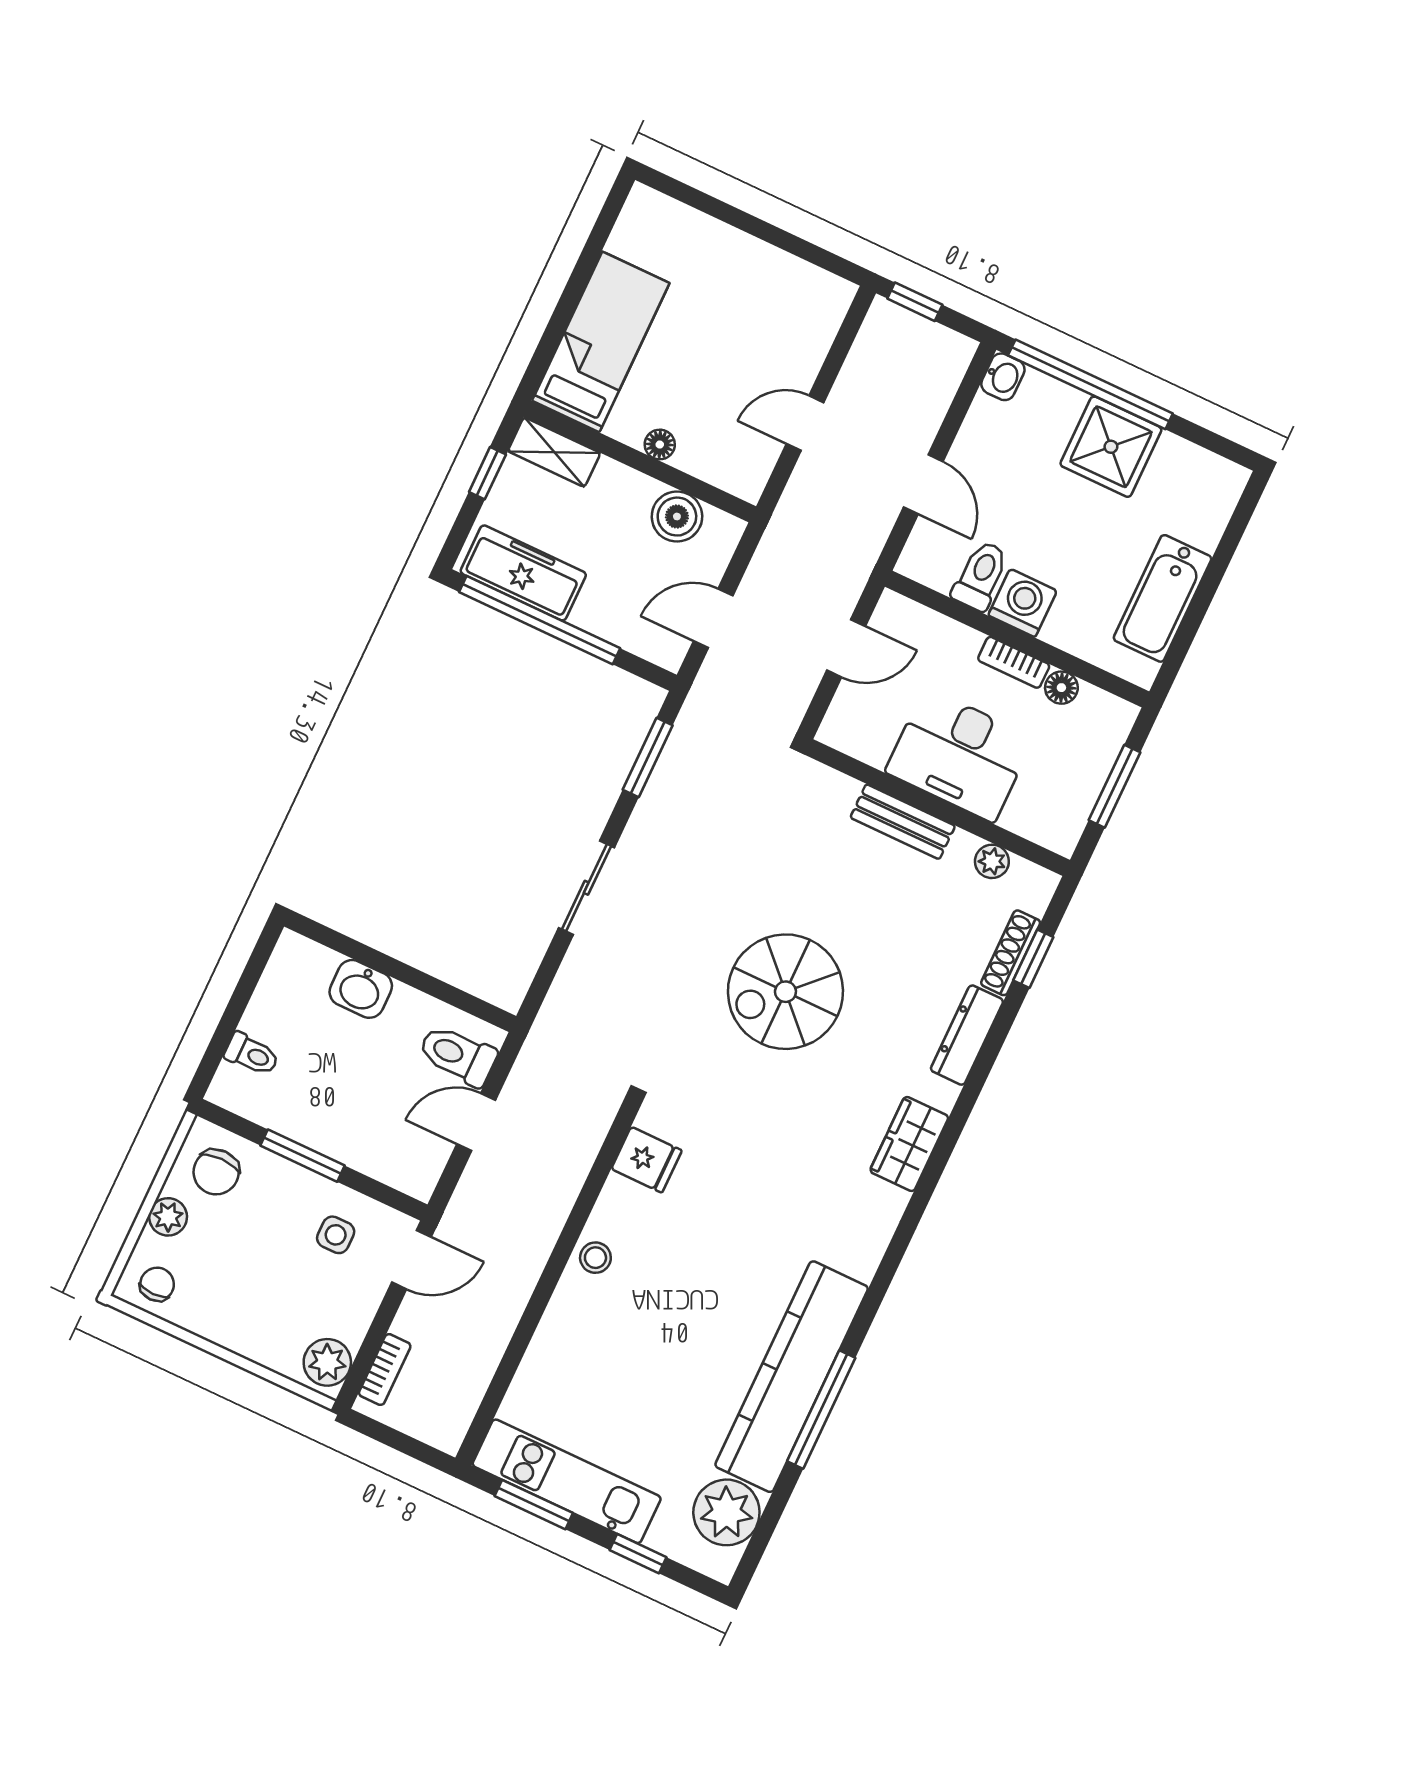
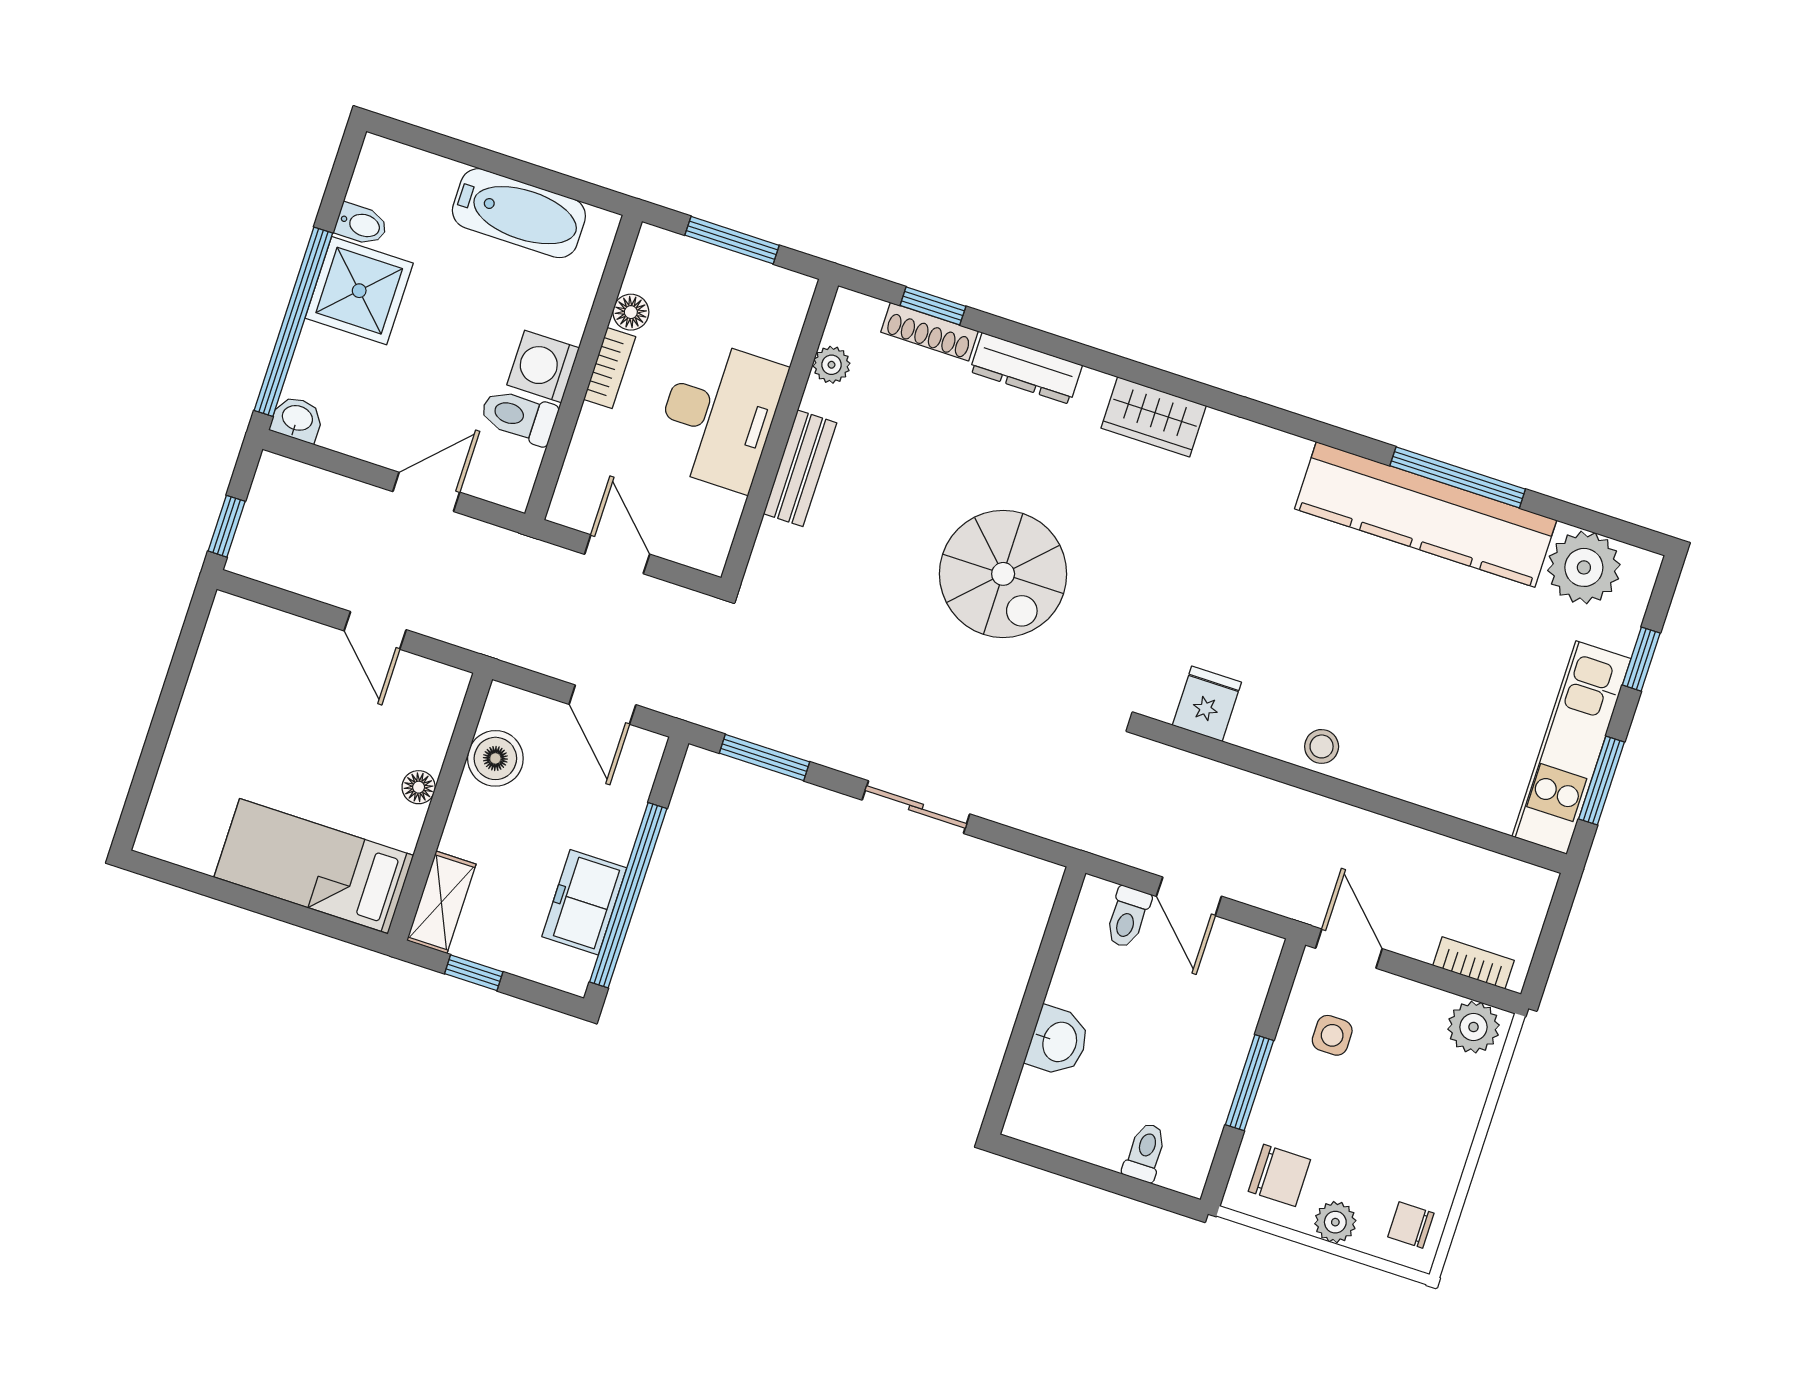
bidet: (1170, 456) -> (361, 224), added
freezer: (523, 573) -> (584, 902), width x0.71
toilet: (458, 1055) -> (1128, 917), width x0.73, depth x0.72

